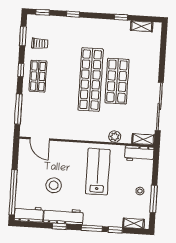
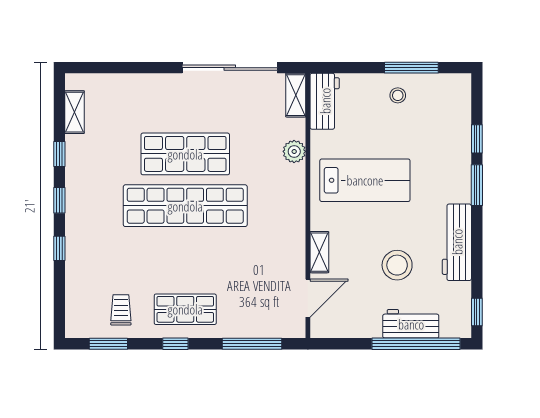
window: (43, 12) -> (59, 200), moved
lab bench: (98, 172) -> (365, 180), turned 180
workbench: (29, 214) -> (411, 324), moved, turned 90
shelving: (134, 223) -> (319, 252), moved
window: (59, 226) -> (477, 312), moved

